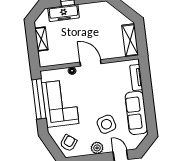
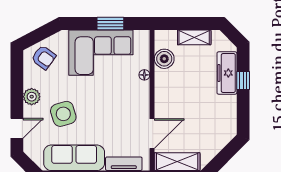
boiler: (59, 58) -> (164, 59), added
door: (91, 63) -> (152, 134), moved
window: (39, 99) -> (110, 24), width x0.47

